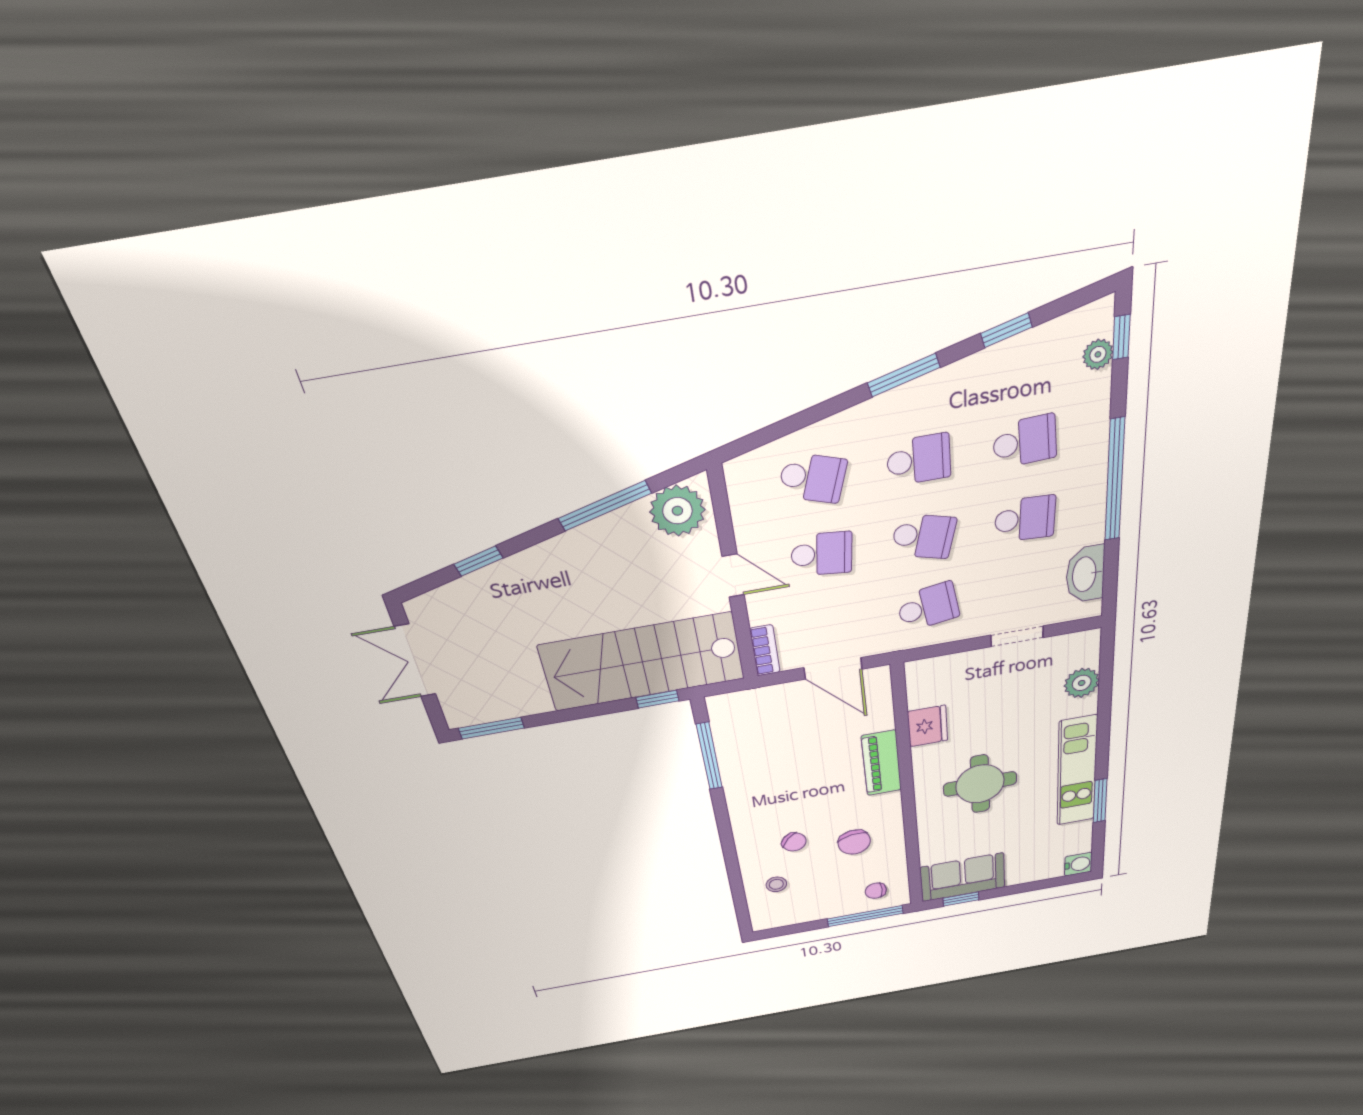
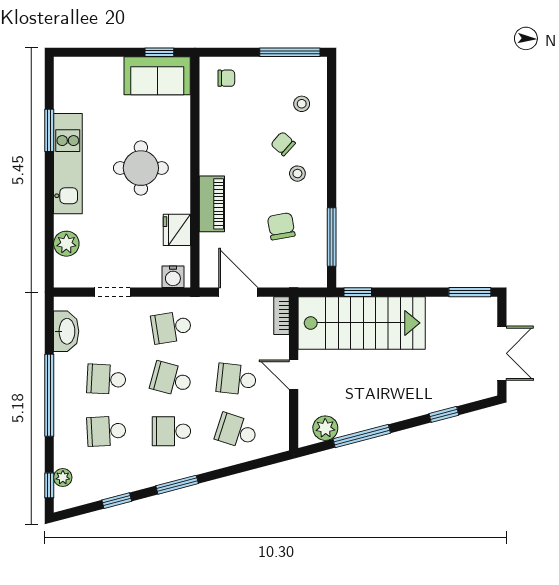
plant: (677, 511) -> (325, 428), width x0.73, depth x0.73
stool: (770, 815) -> (297, 174), added
chair: (854, 842) -> (281, 226), moved
water cooler: (1078, 864) -> (173, 277), moved, turned -90
window: (865, 916) -> (290, 52), moved

